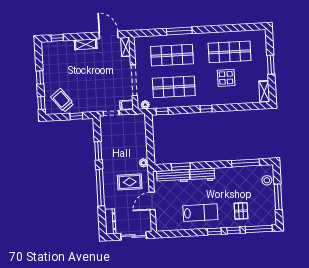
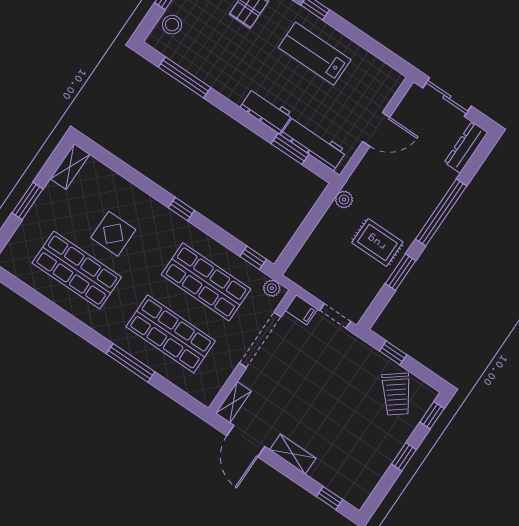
rug: (130, 182) -> (377, 242), moved

